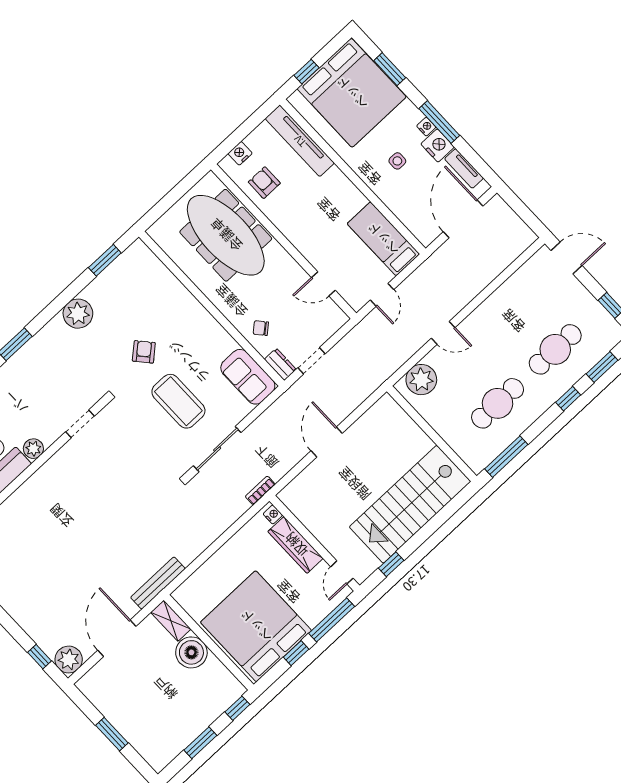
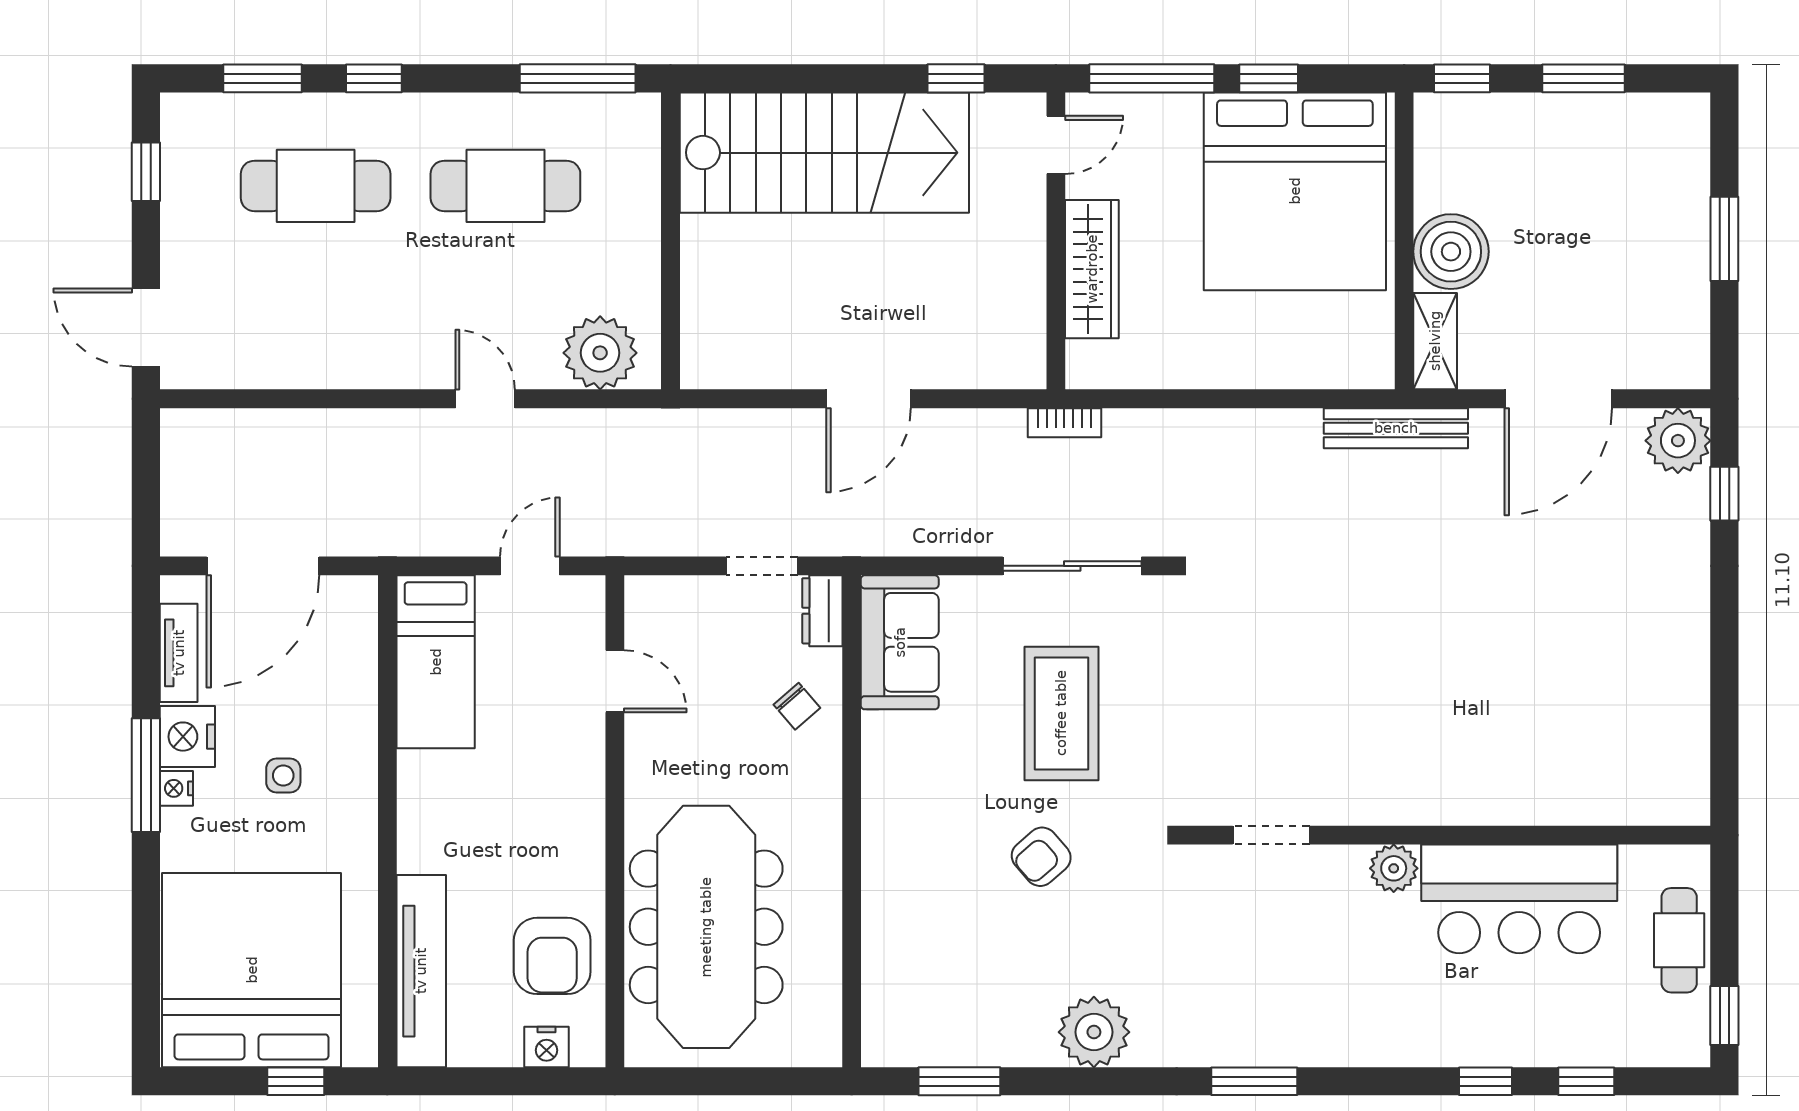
window: (390, 69) -> (146, 949), removed
armchair: (264, 183) -> (552, 956), width x1.38, depth x1.38
nightstand: (273, 514) -> (1082, 360), removed

